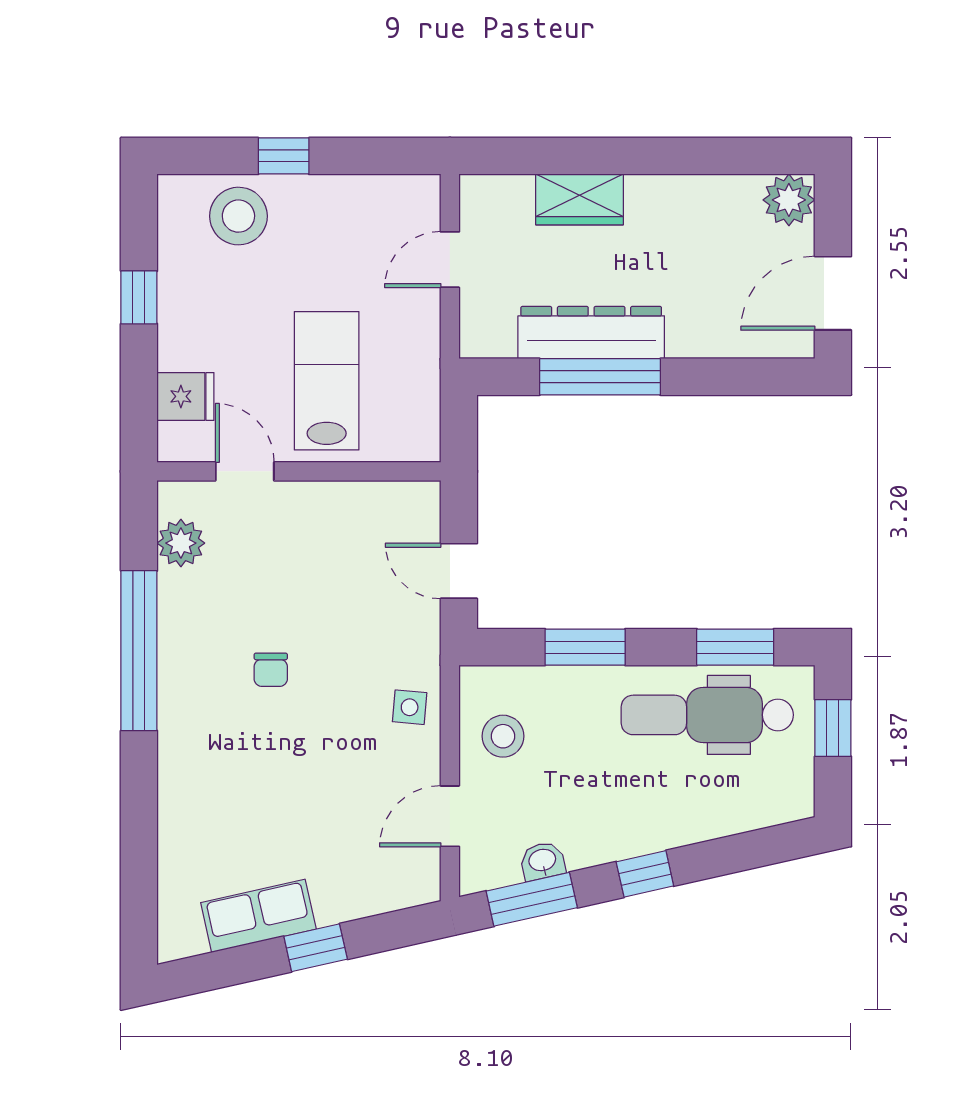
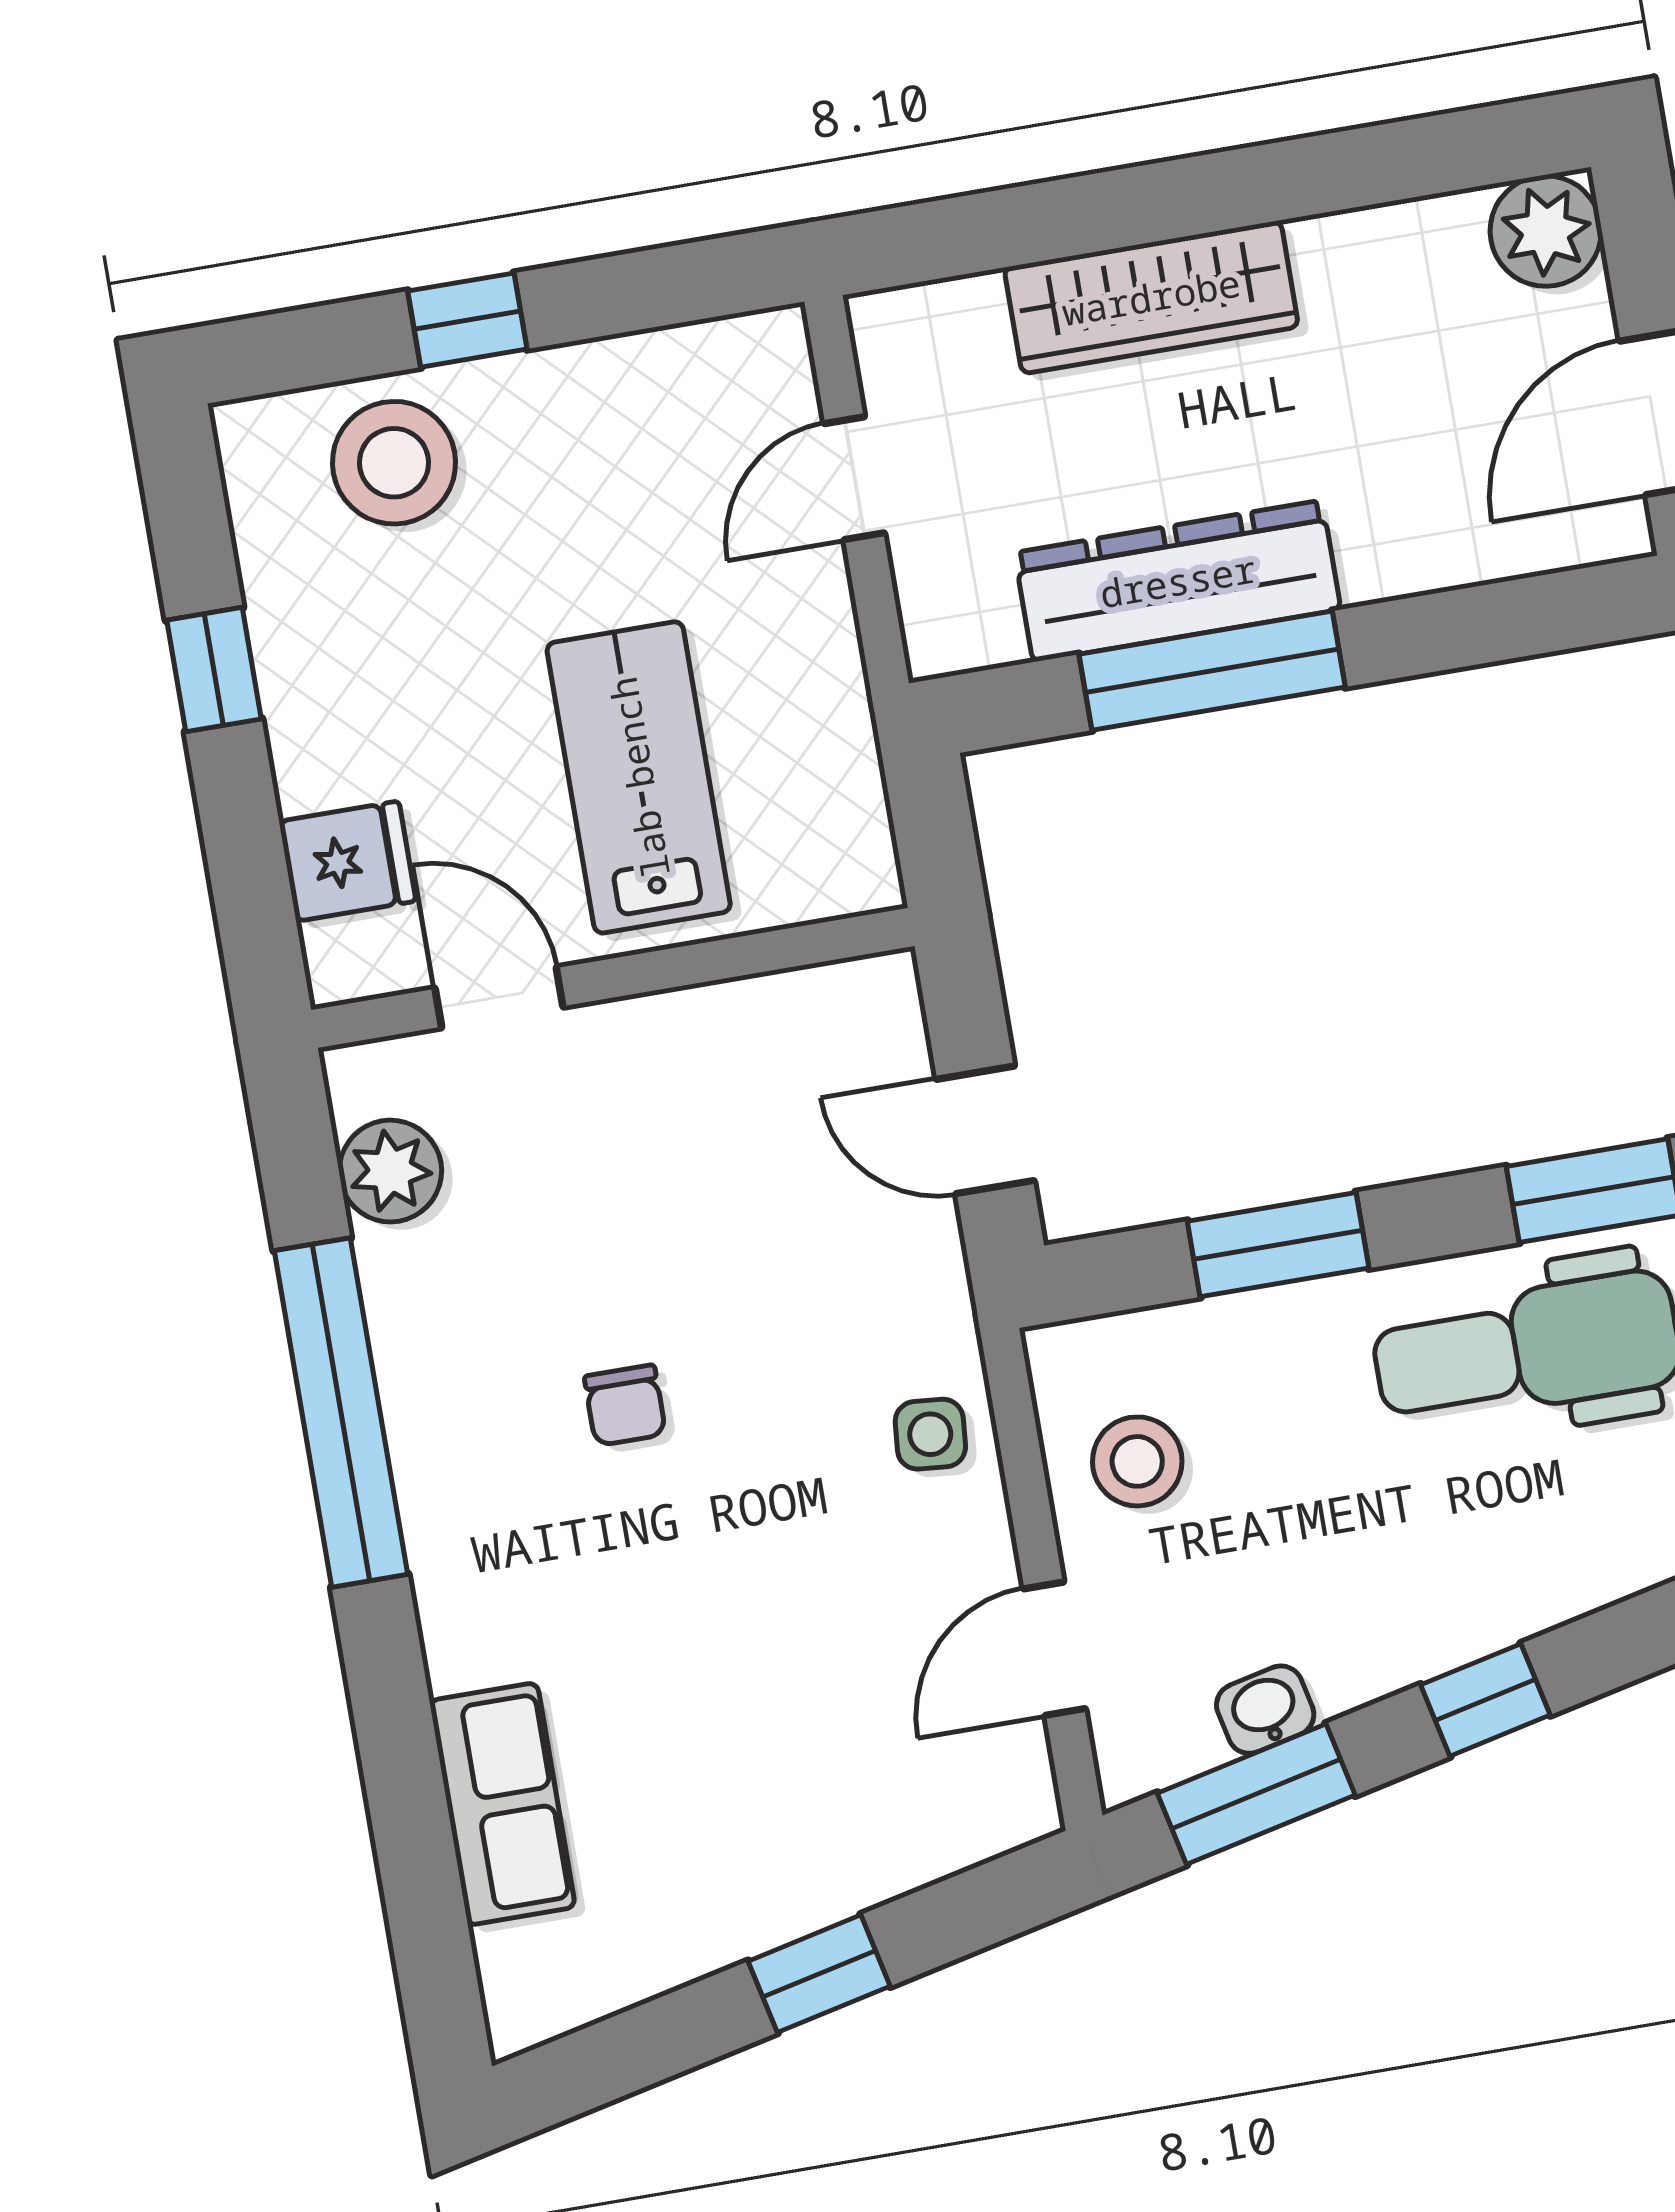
wardrobe: (580, 199) -> (1151, 297), width x1.50
row of seats: (258, 916) -> (502, 1804), moved, turned 103

